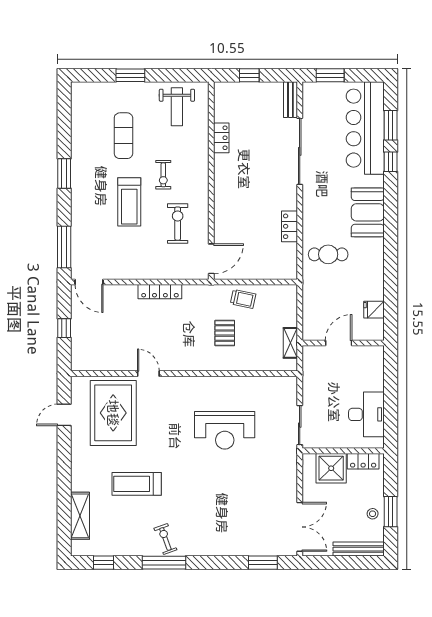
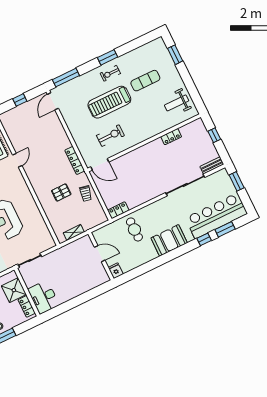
window: (130, 75) -> (175, 55), moved
exercise bike: (163, 175) -> (110, 73), moved
treadmill: (129, 202) -> (109, 102), width x1.37, depth x1.38
locker: (289, 226) -> (118, 210), moved
locker: (160, 292) -> (75, 160), moved
door: (339, 343) -> (100, 254), moved
wall: (343, 343) -> (101, 256), moved
desk: (366, 414) -> (44, 297), moved, turned 90

